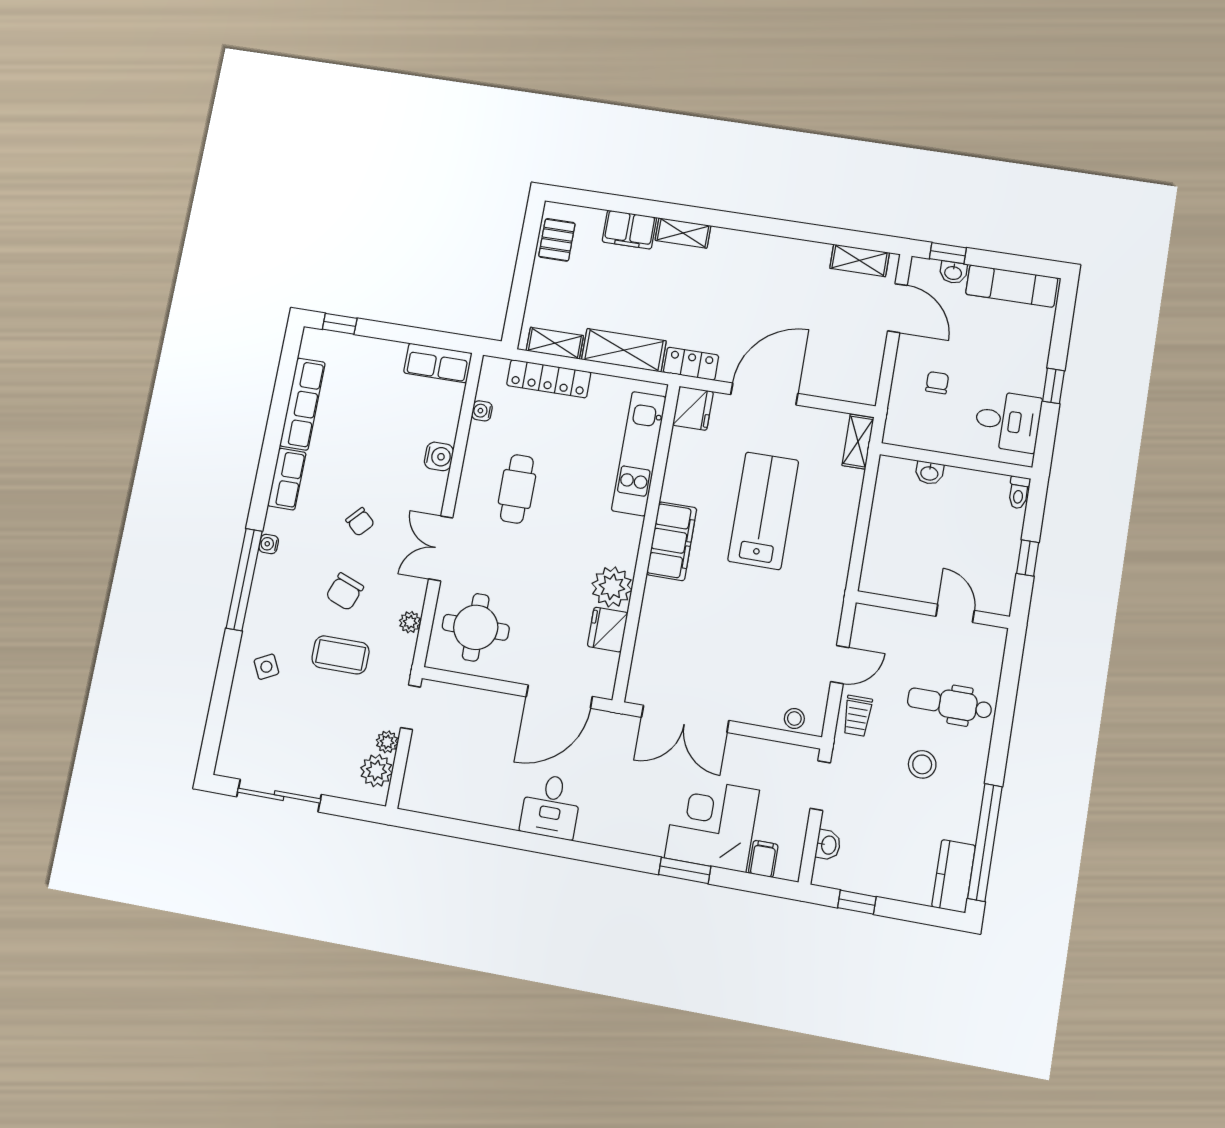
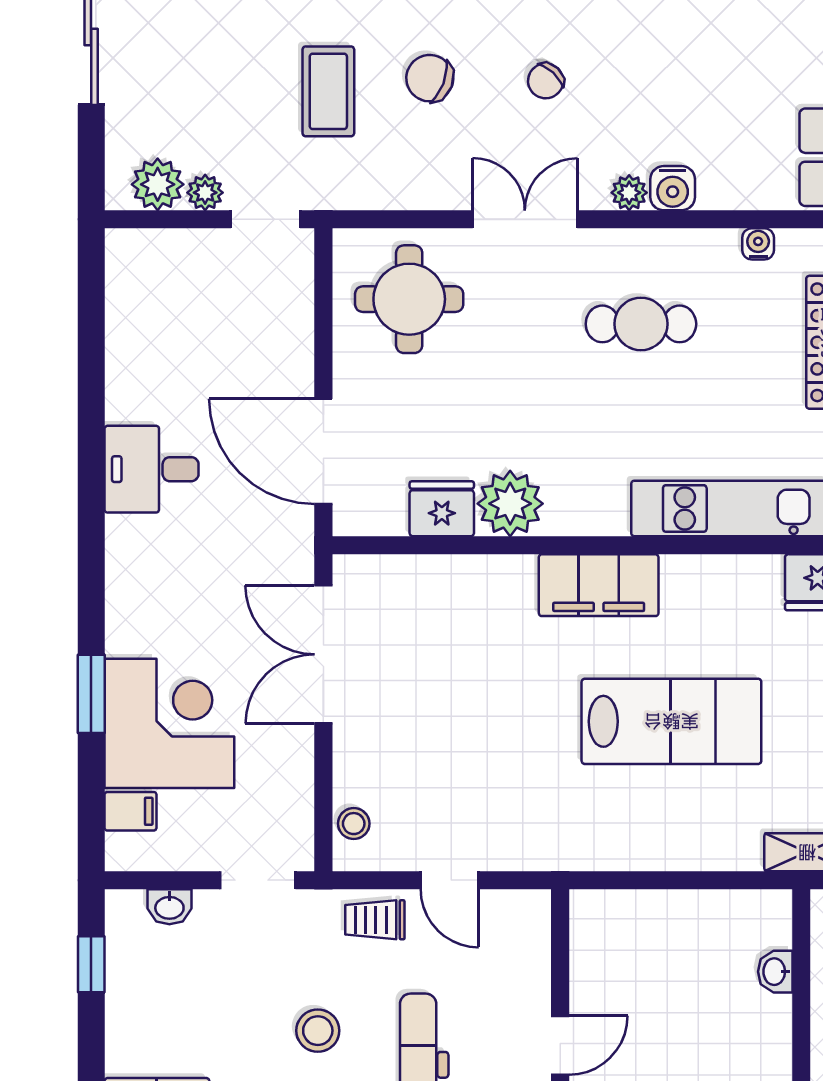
plant: (410, 622) -> (629, 193), moved

